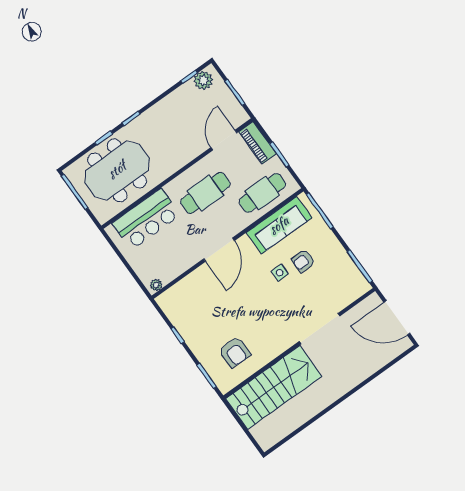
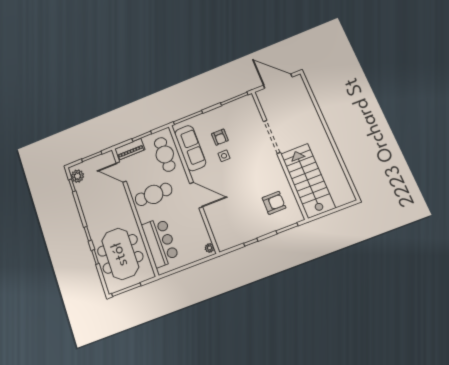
cafe table: (205, 193) -> (154, 194), turned 90
door: (397, 318) -> (278, 81), swing flipped

